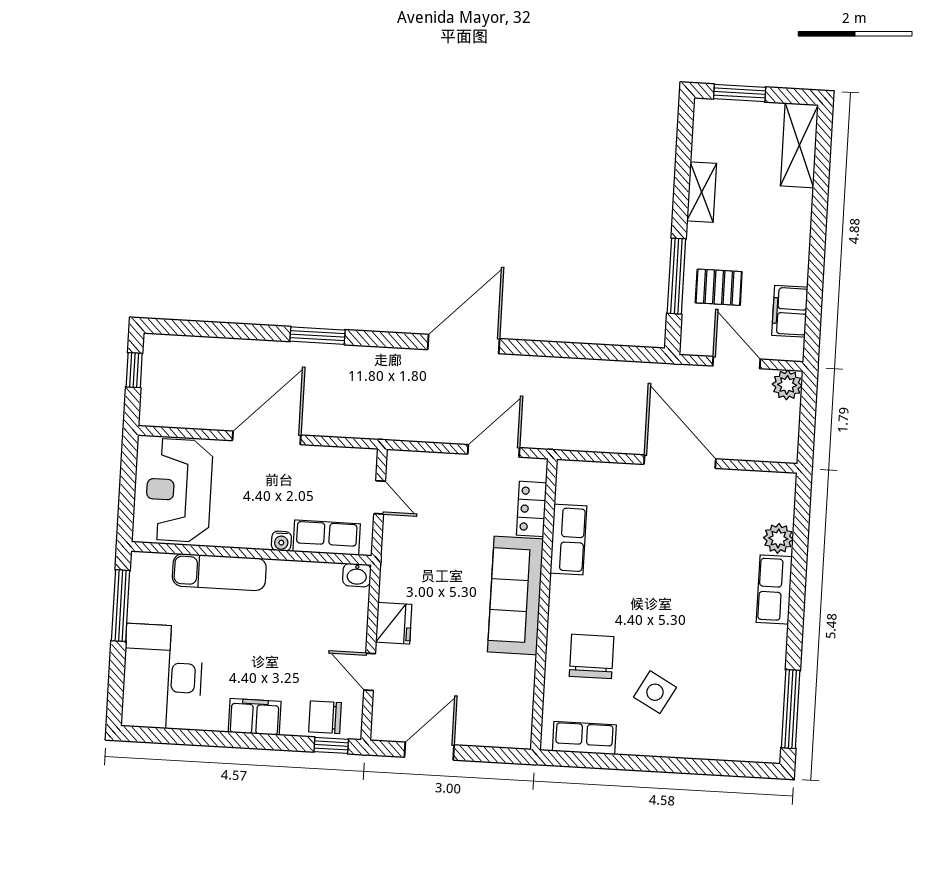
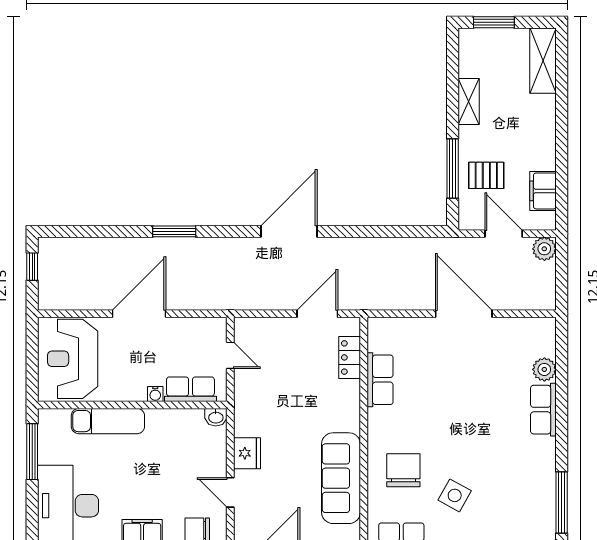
sofa: (515, 595) -> (341, 478), moved

